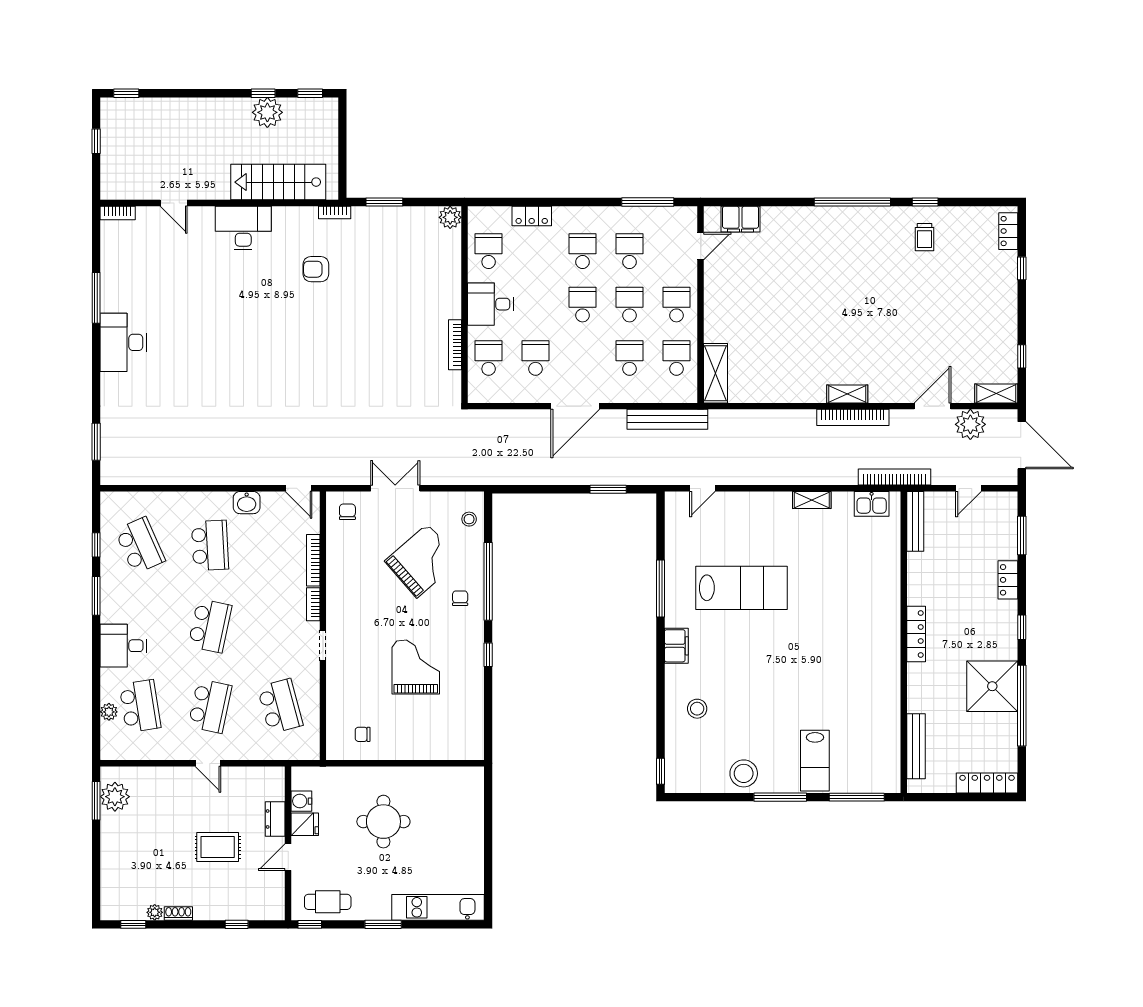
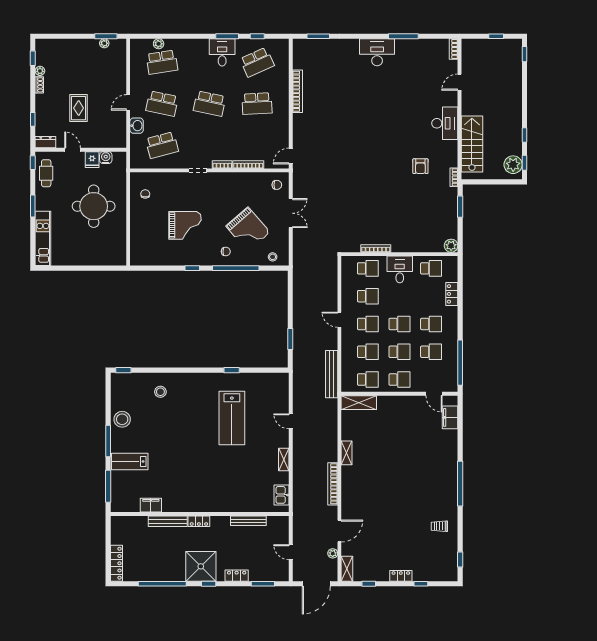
plant: (267, 112) -> (513, 165), moved
window: (648, 202) -> (460, 363), width x1.46
window: (925, 202) -> (460, 560), moved
locker: (1008, 231) -> (401, 576), moved
armchair: (316, 269) -> (420, 166), turned 180
school desk: (583, 358) -> (368, 324), added
shelving: (847, 394) -> (347, 453), moved
door: (575, 406) -> (339, 320), width x0.53
door: (933, 406) -> (339, 531), hinge flipped
plant: (970, 424) -> (333, 553), width x0.53, depth x0.53
bookcase: (895, 477) -> (297, 91), moved
door: (702, 488) -> (291, 421), moved
washbasin: (247, 503) -> (137, 126), moved, turned 180
bench: (915, 521) -> (248, 521), moved
window: (661, 588) -> (232, 370), width x0.46
locker: (916, 634) -> (199, 521), width x0.66
desk: (123, 646) -> (222, 52), moved
filing cabinet: (676, 646) -> (151, 505), moved, turned 180
shower: (992, 686) -> (201, 566), moved
bench: (916, 746) -> (168, 521), moved
plant: (115, 797) -> (104, 43), width x0.53, depth x0.53
dresser: (275, 819) -> (45, 142), moved
round table: (383, 822) -> (94, 206), width x1.36, depth x1.36

